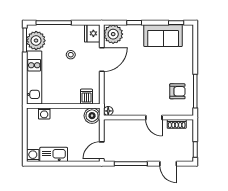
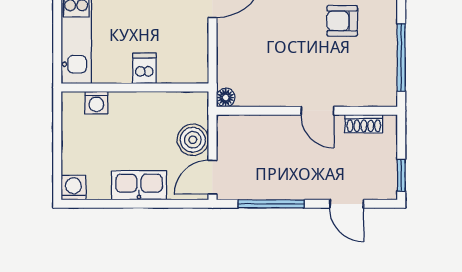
armchair: (177, 91) -> (342, 21), moved, turned 180
dishwasher: (86, 97) -> (144, 68), moved
boiler: (92, 116) -> (193, 140), moved
kitchen sink: (54, 154) -> (139, 185), moved

